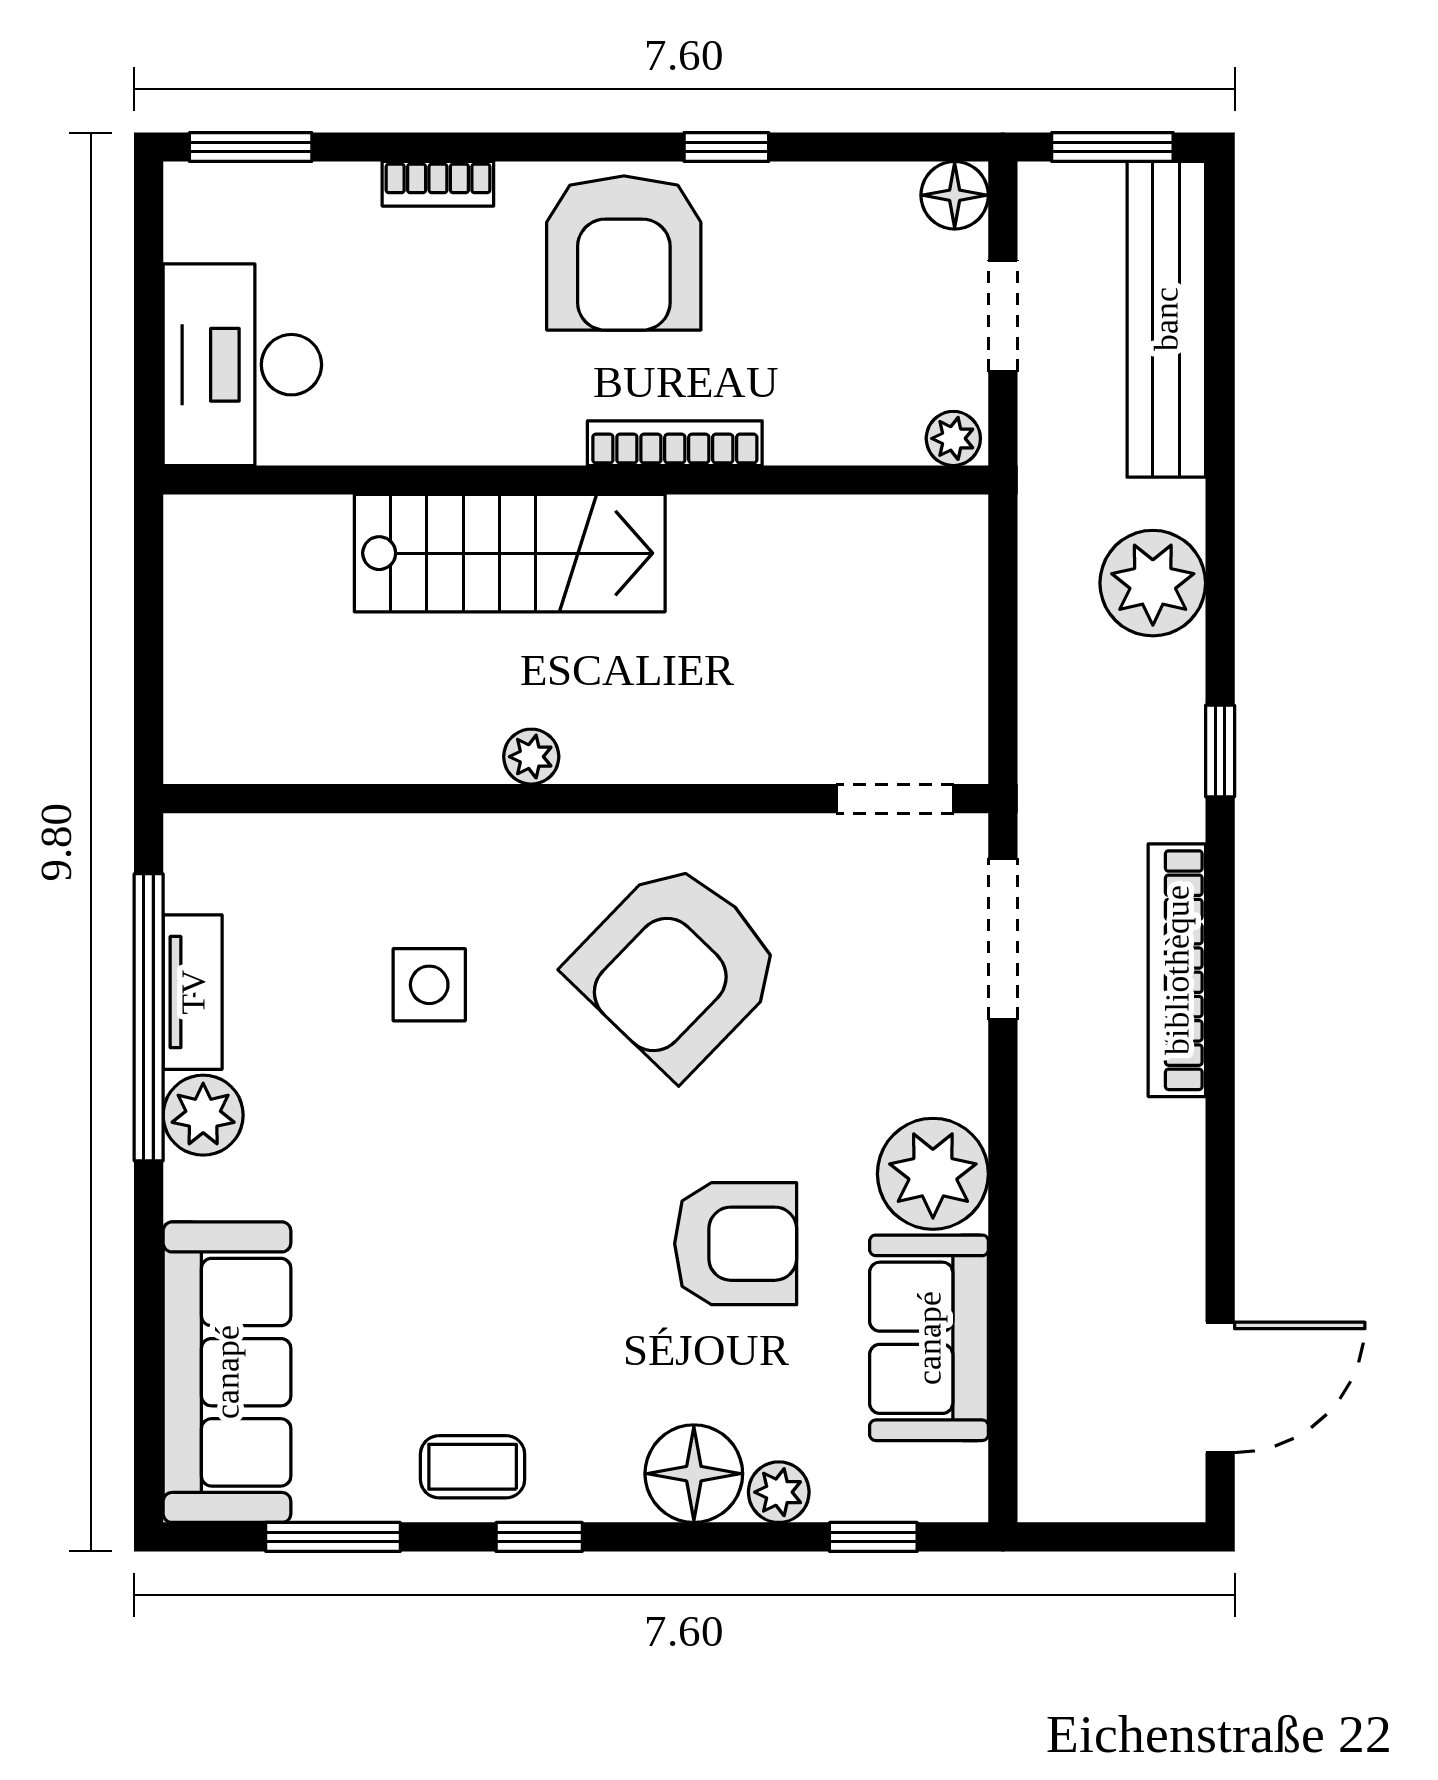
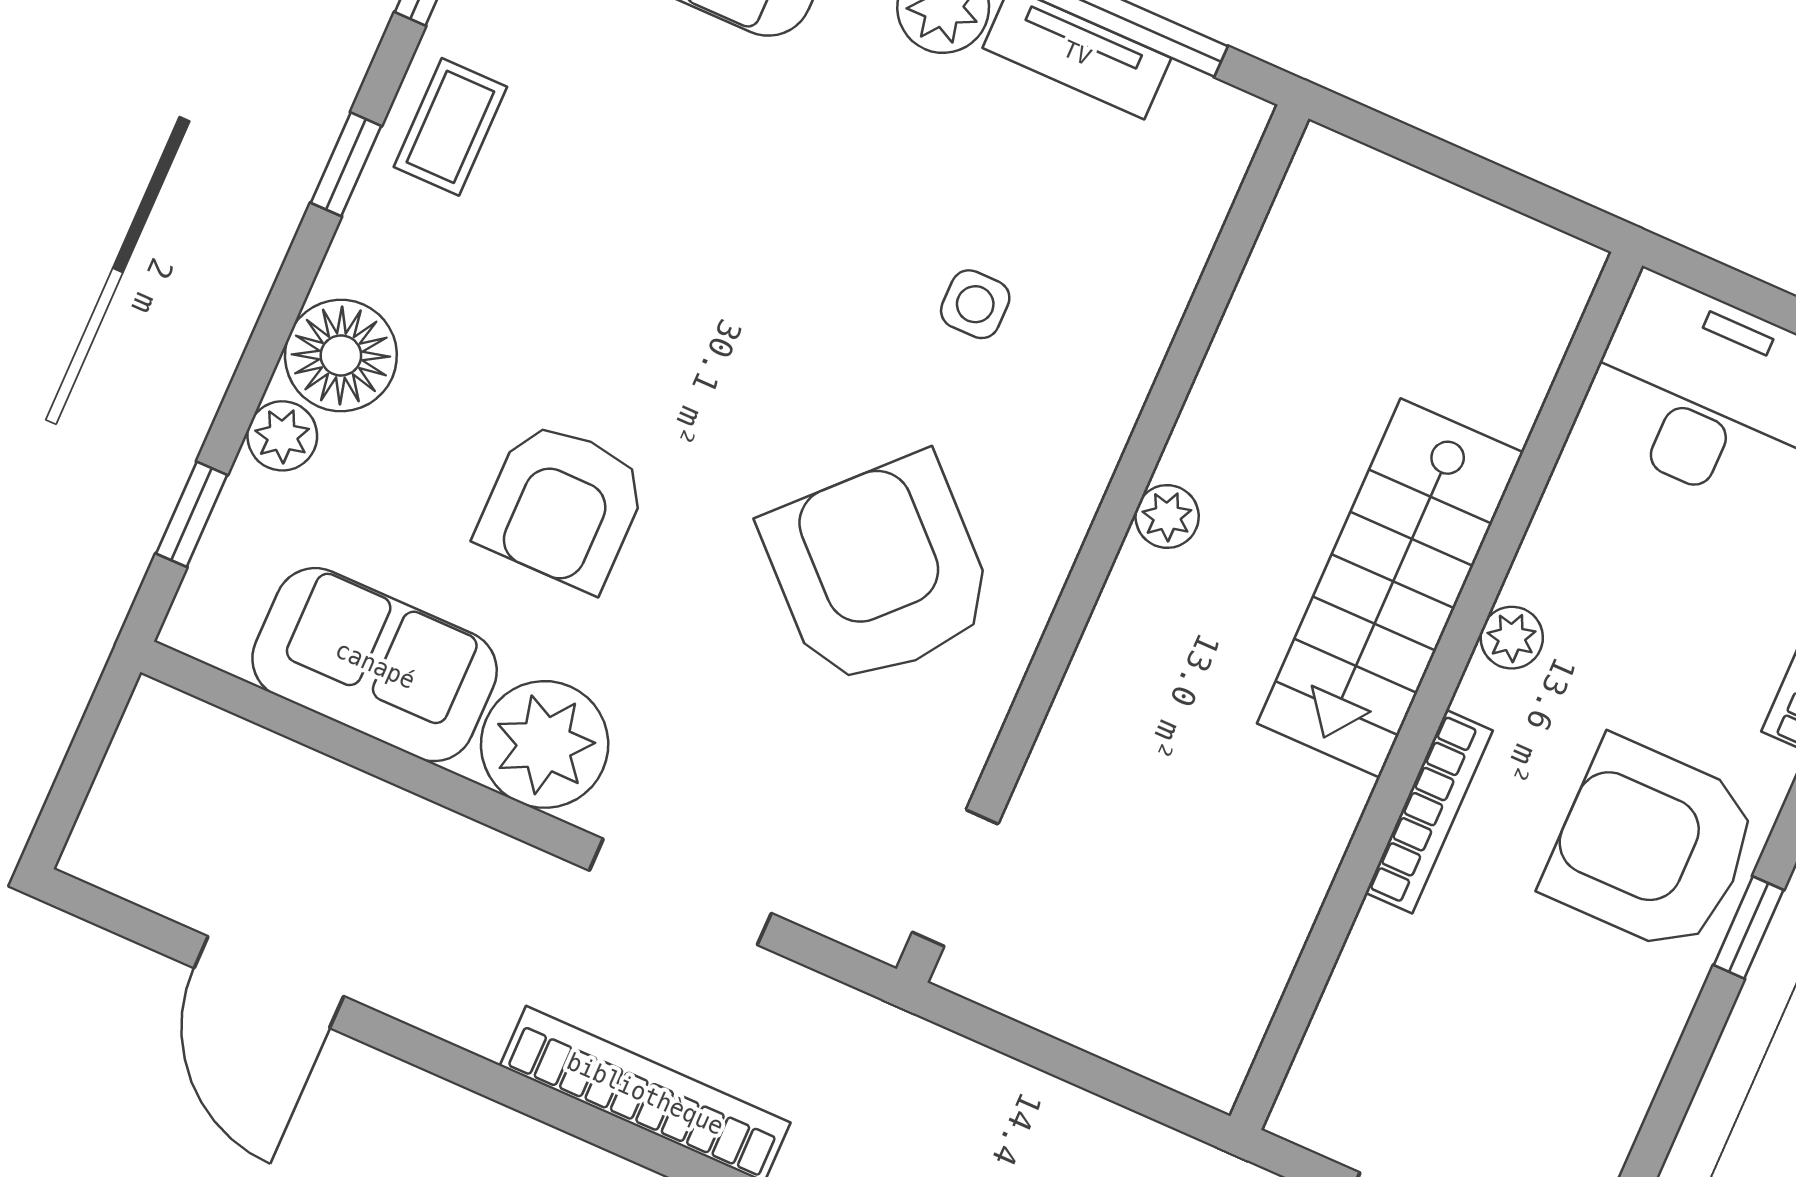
window: (726, 147) -> (1749, 927), moved
plant: (953, 438) -> (1512, 638), moved
doorway: (1003, 939) -> (680, 892), moved
side table: (429, 985) -> (975, 304), width x0.73, depth x0.73
door: (1220, 1387) -> (269, 982), moved

